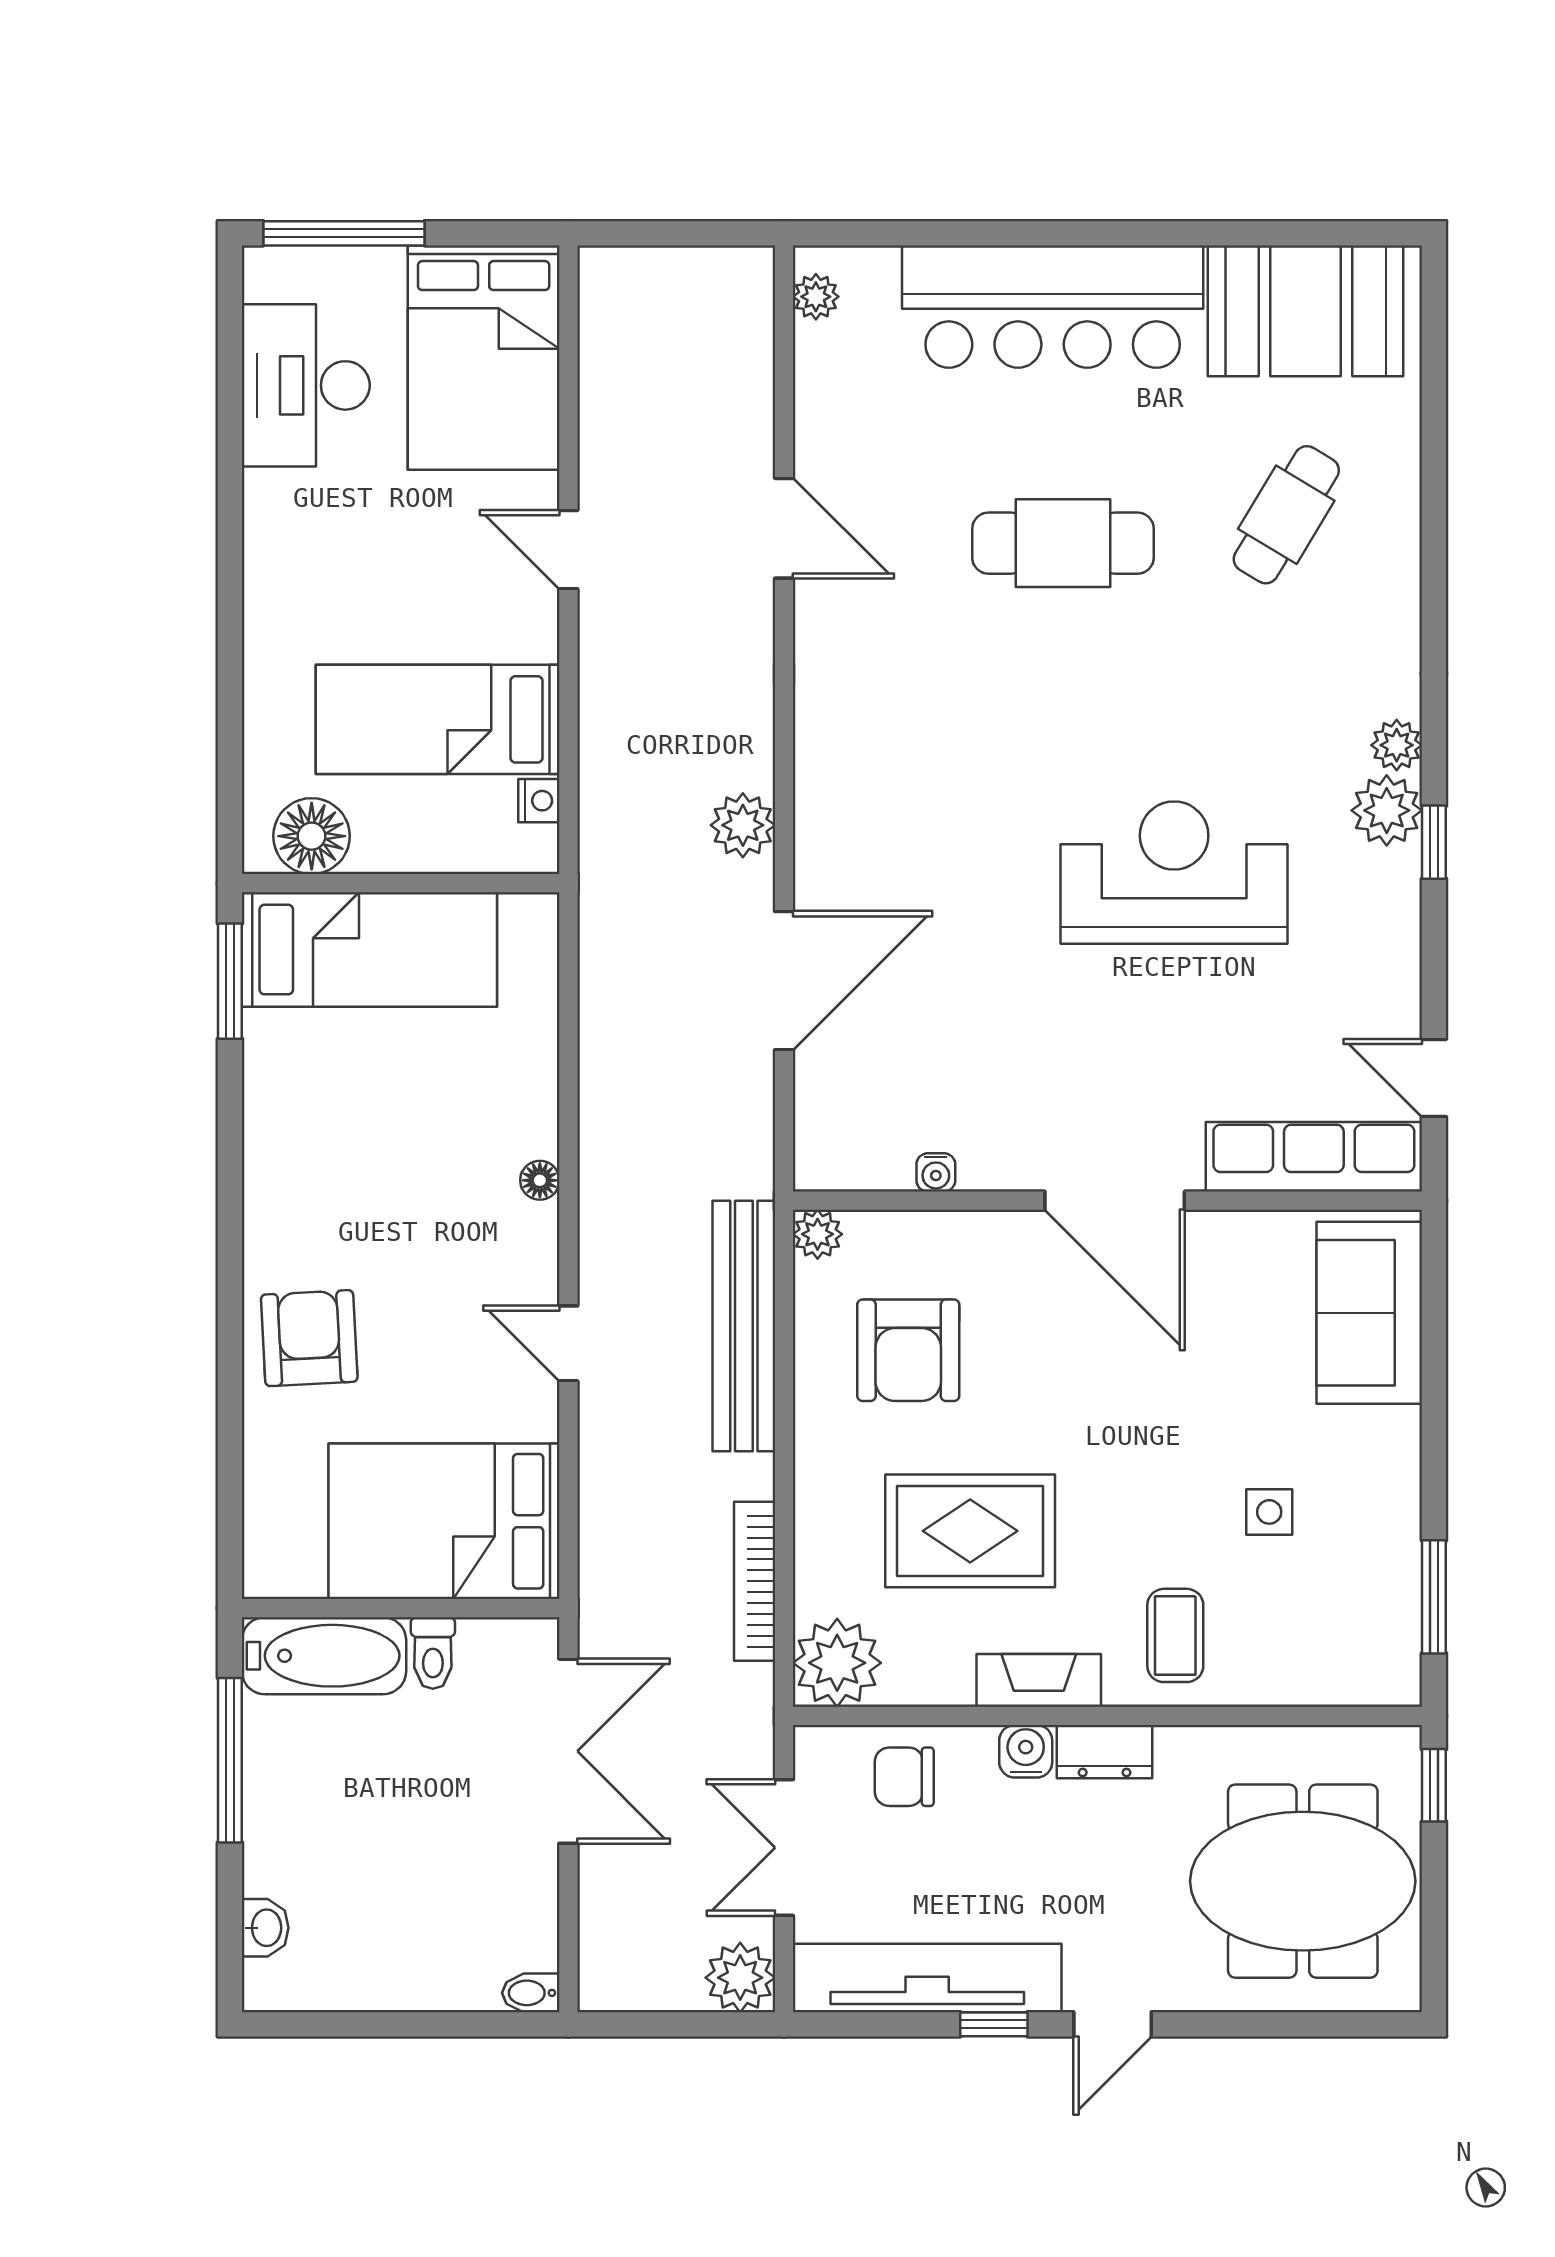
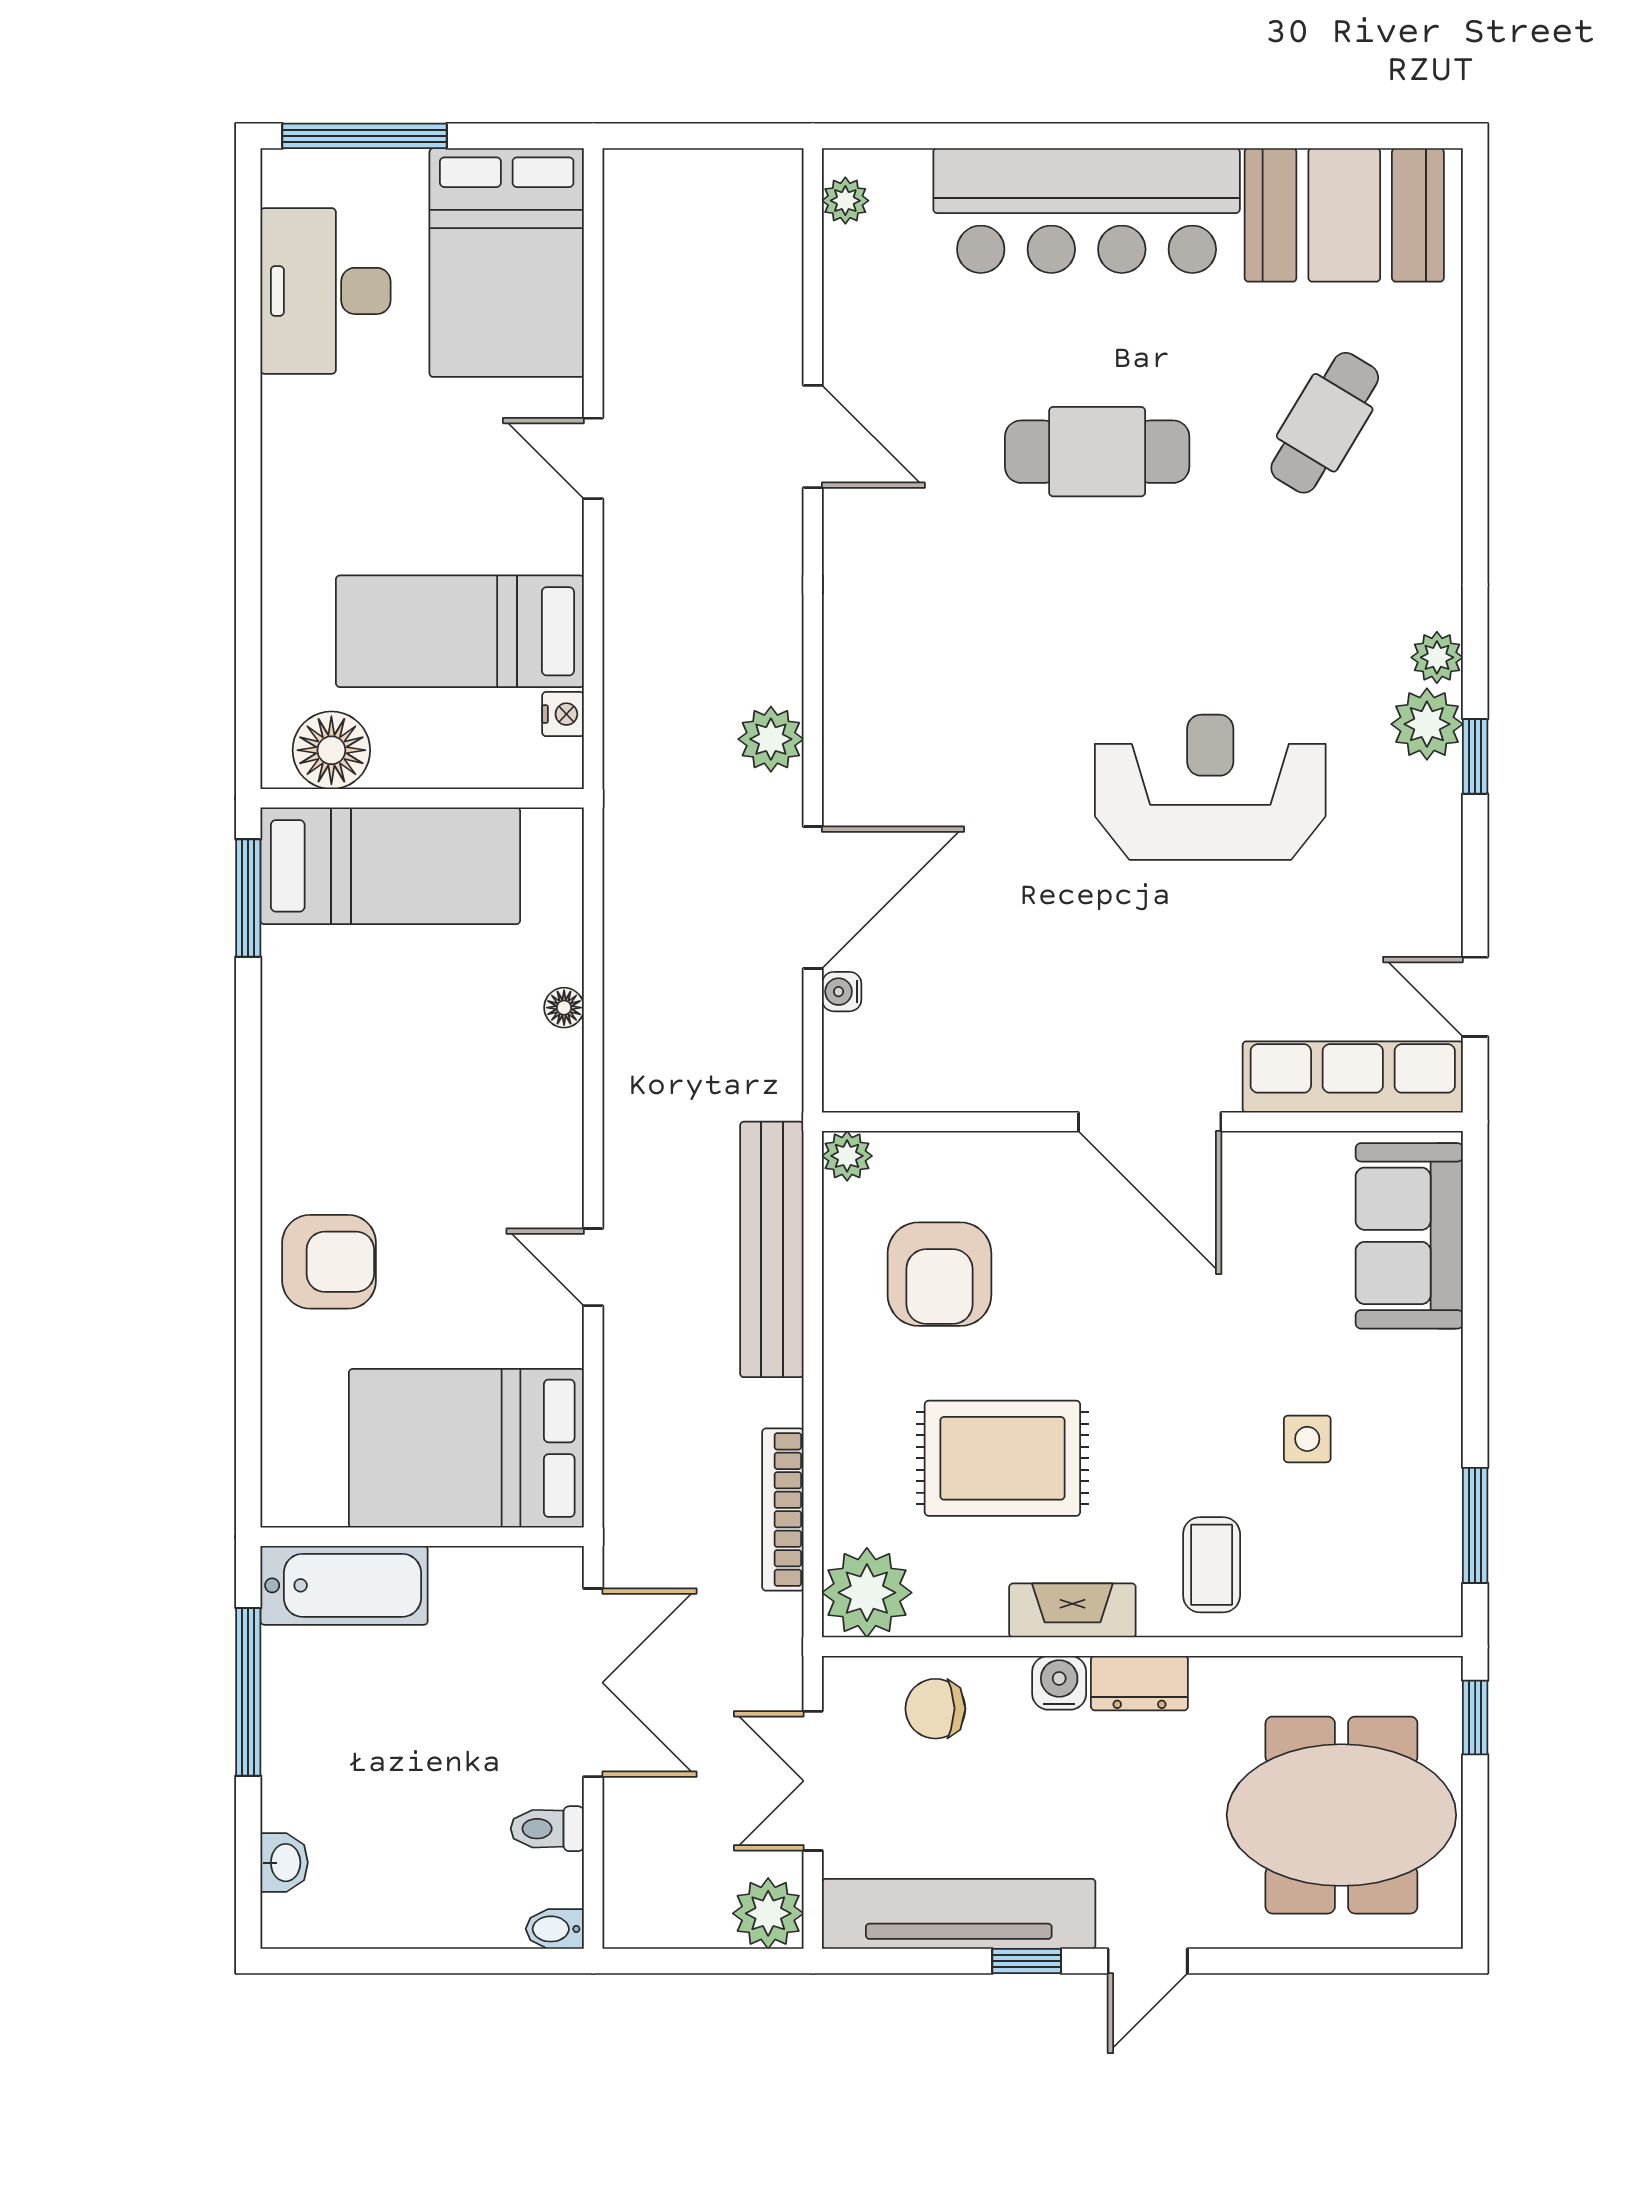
water cooler: (936, 1172) -> (842, 992), moved, turned 90
floor lamp: (540, 1180) -> (564, 1008), moved
armchair: (309, 1338) -> (329, 1262), turned 93
toilet: (433, 1653) -> (547, 1829), moved, turned 90

